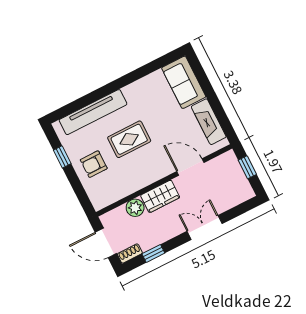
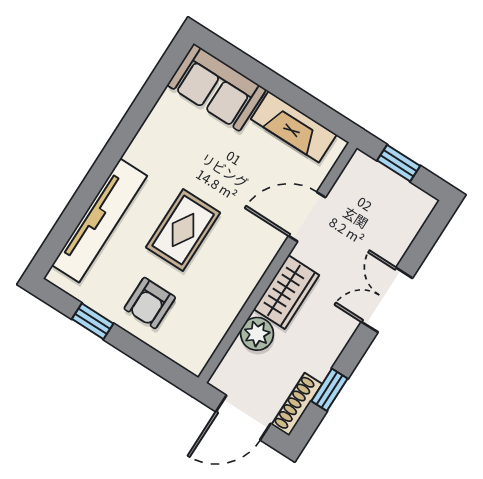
shoe rack: (130, 254) -> (297, 404), width x1.43

